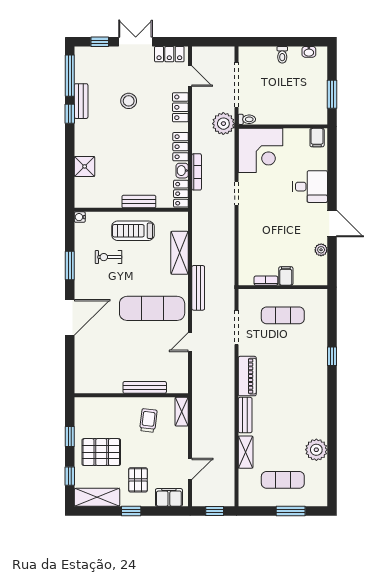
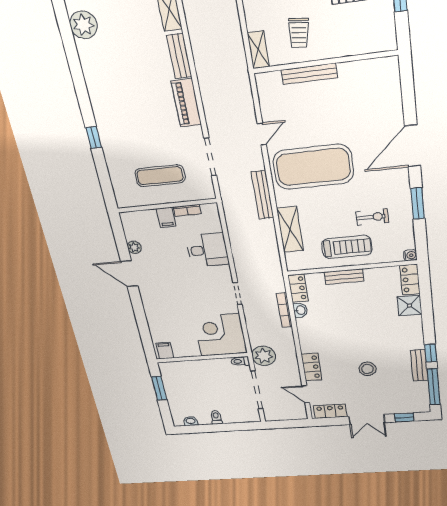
locker: (181, 147) -> (410, 280), moved, turned 180
desk: (310, 187) -> (207, 250), moved, turned 180
exercise mat: (152, 308) -> (313, 167), width x1.47

